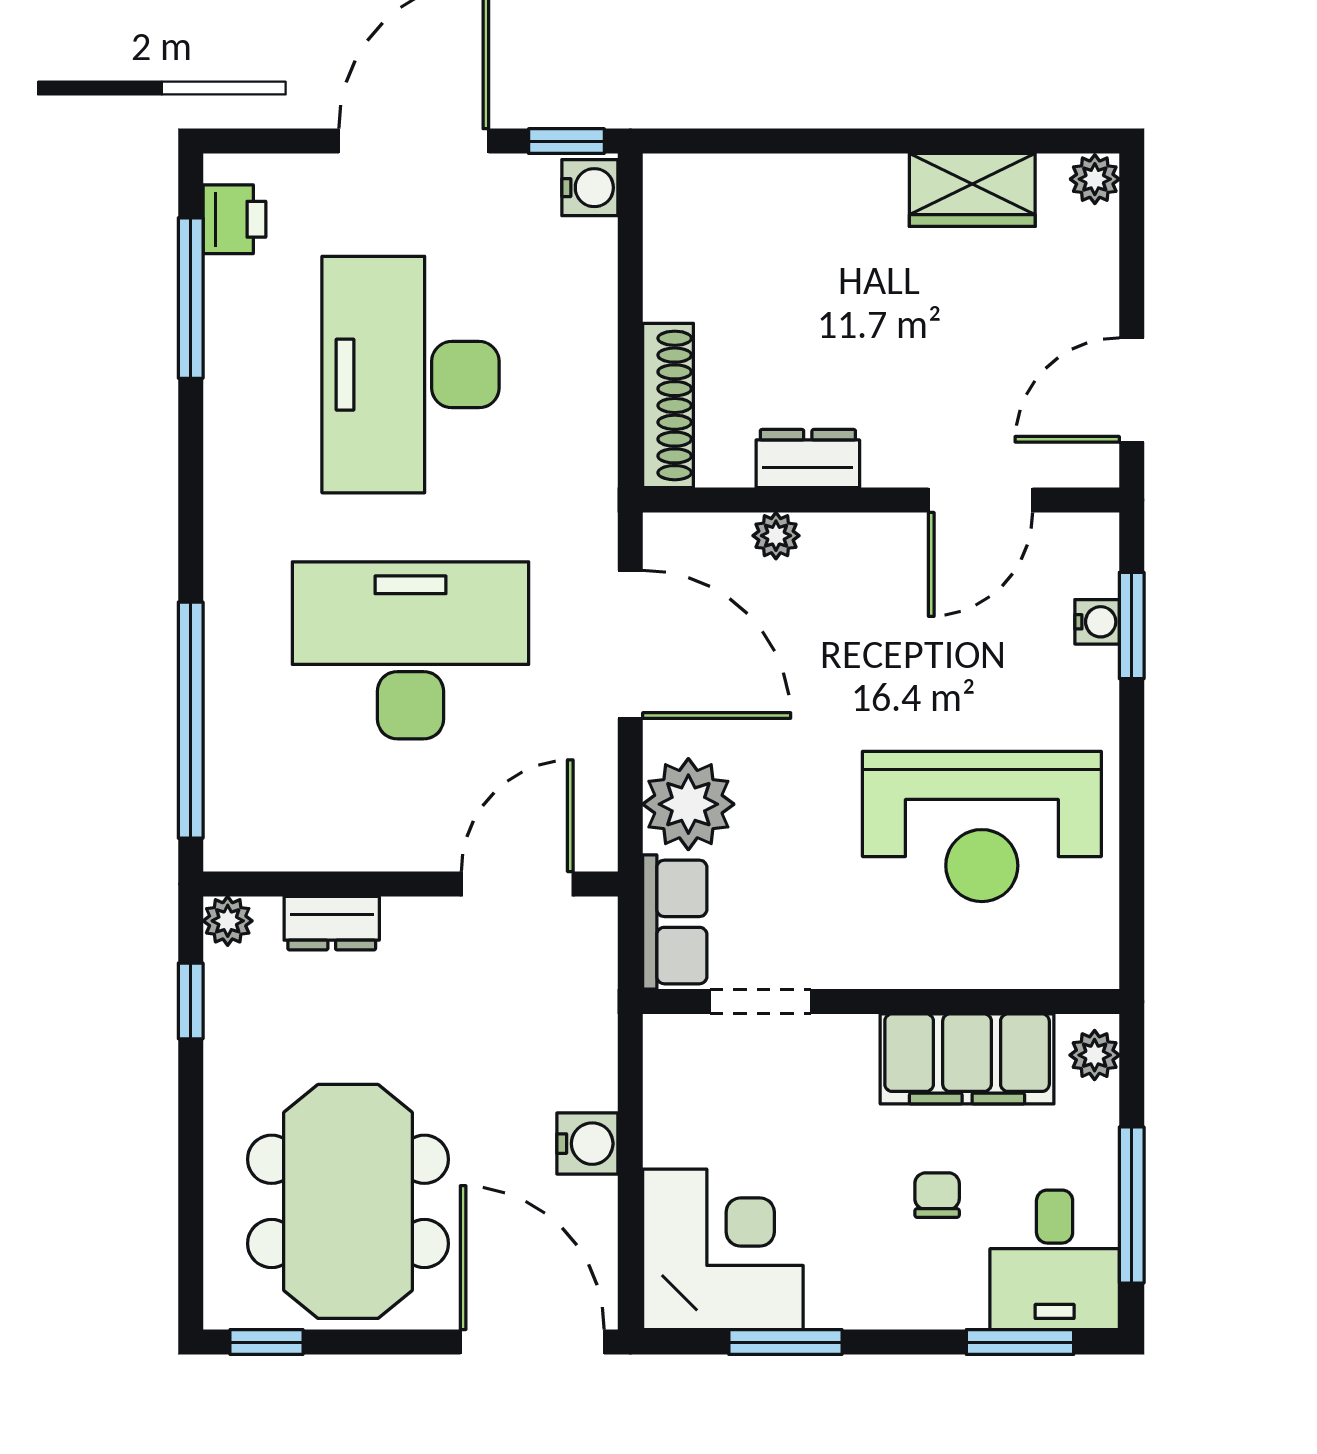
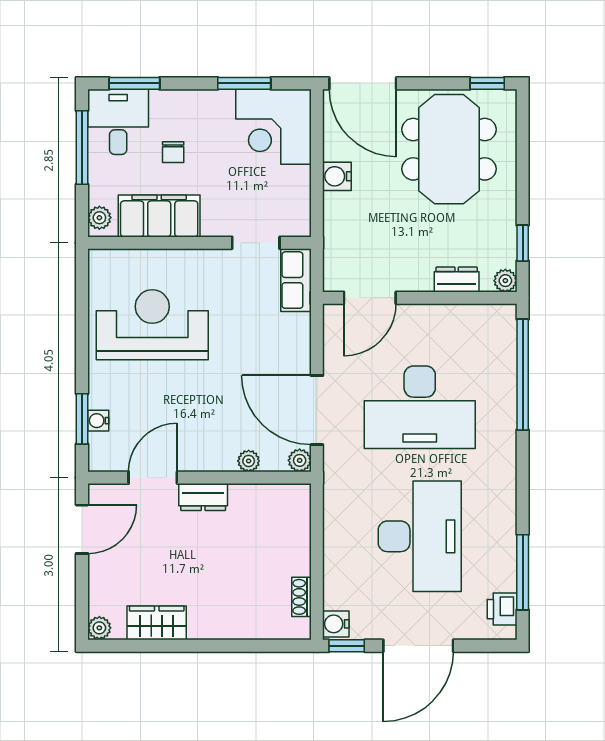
shoe rack: (668, 405) -> (301, 597), moved, width x0.51, depth x0.81
dresser: (808, 459) -> (203, 497), moved
plant: (688, 804) -> (300, 460), moved, width x0.53, depth x0.53

